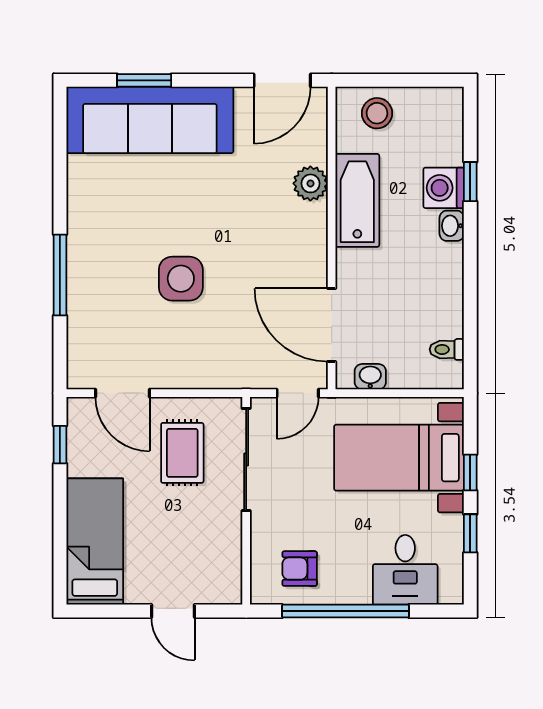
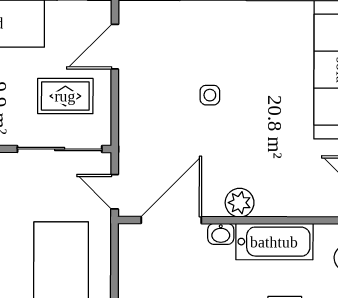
plant: (310, 183) -> (240, 203), moved
side table: (181, 279) -> (210, 95), width x0.54, depth x0.54
washbasin: (370, 377) -> (221, 234), moved, turned 90

